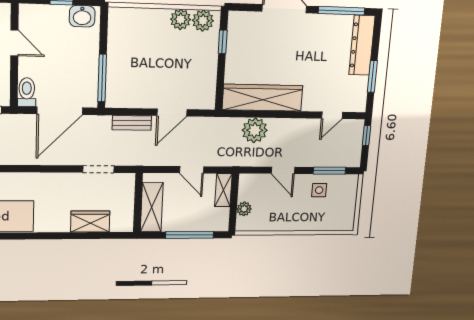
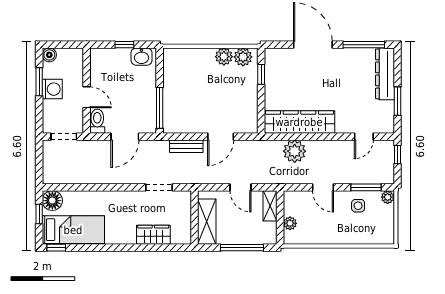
door: (14, 43) -> (87, 97), moved
door: (60, 111) -> (125, 137), width x0.73
plant: (352, 181) -> (388, 197), added

